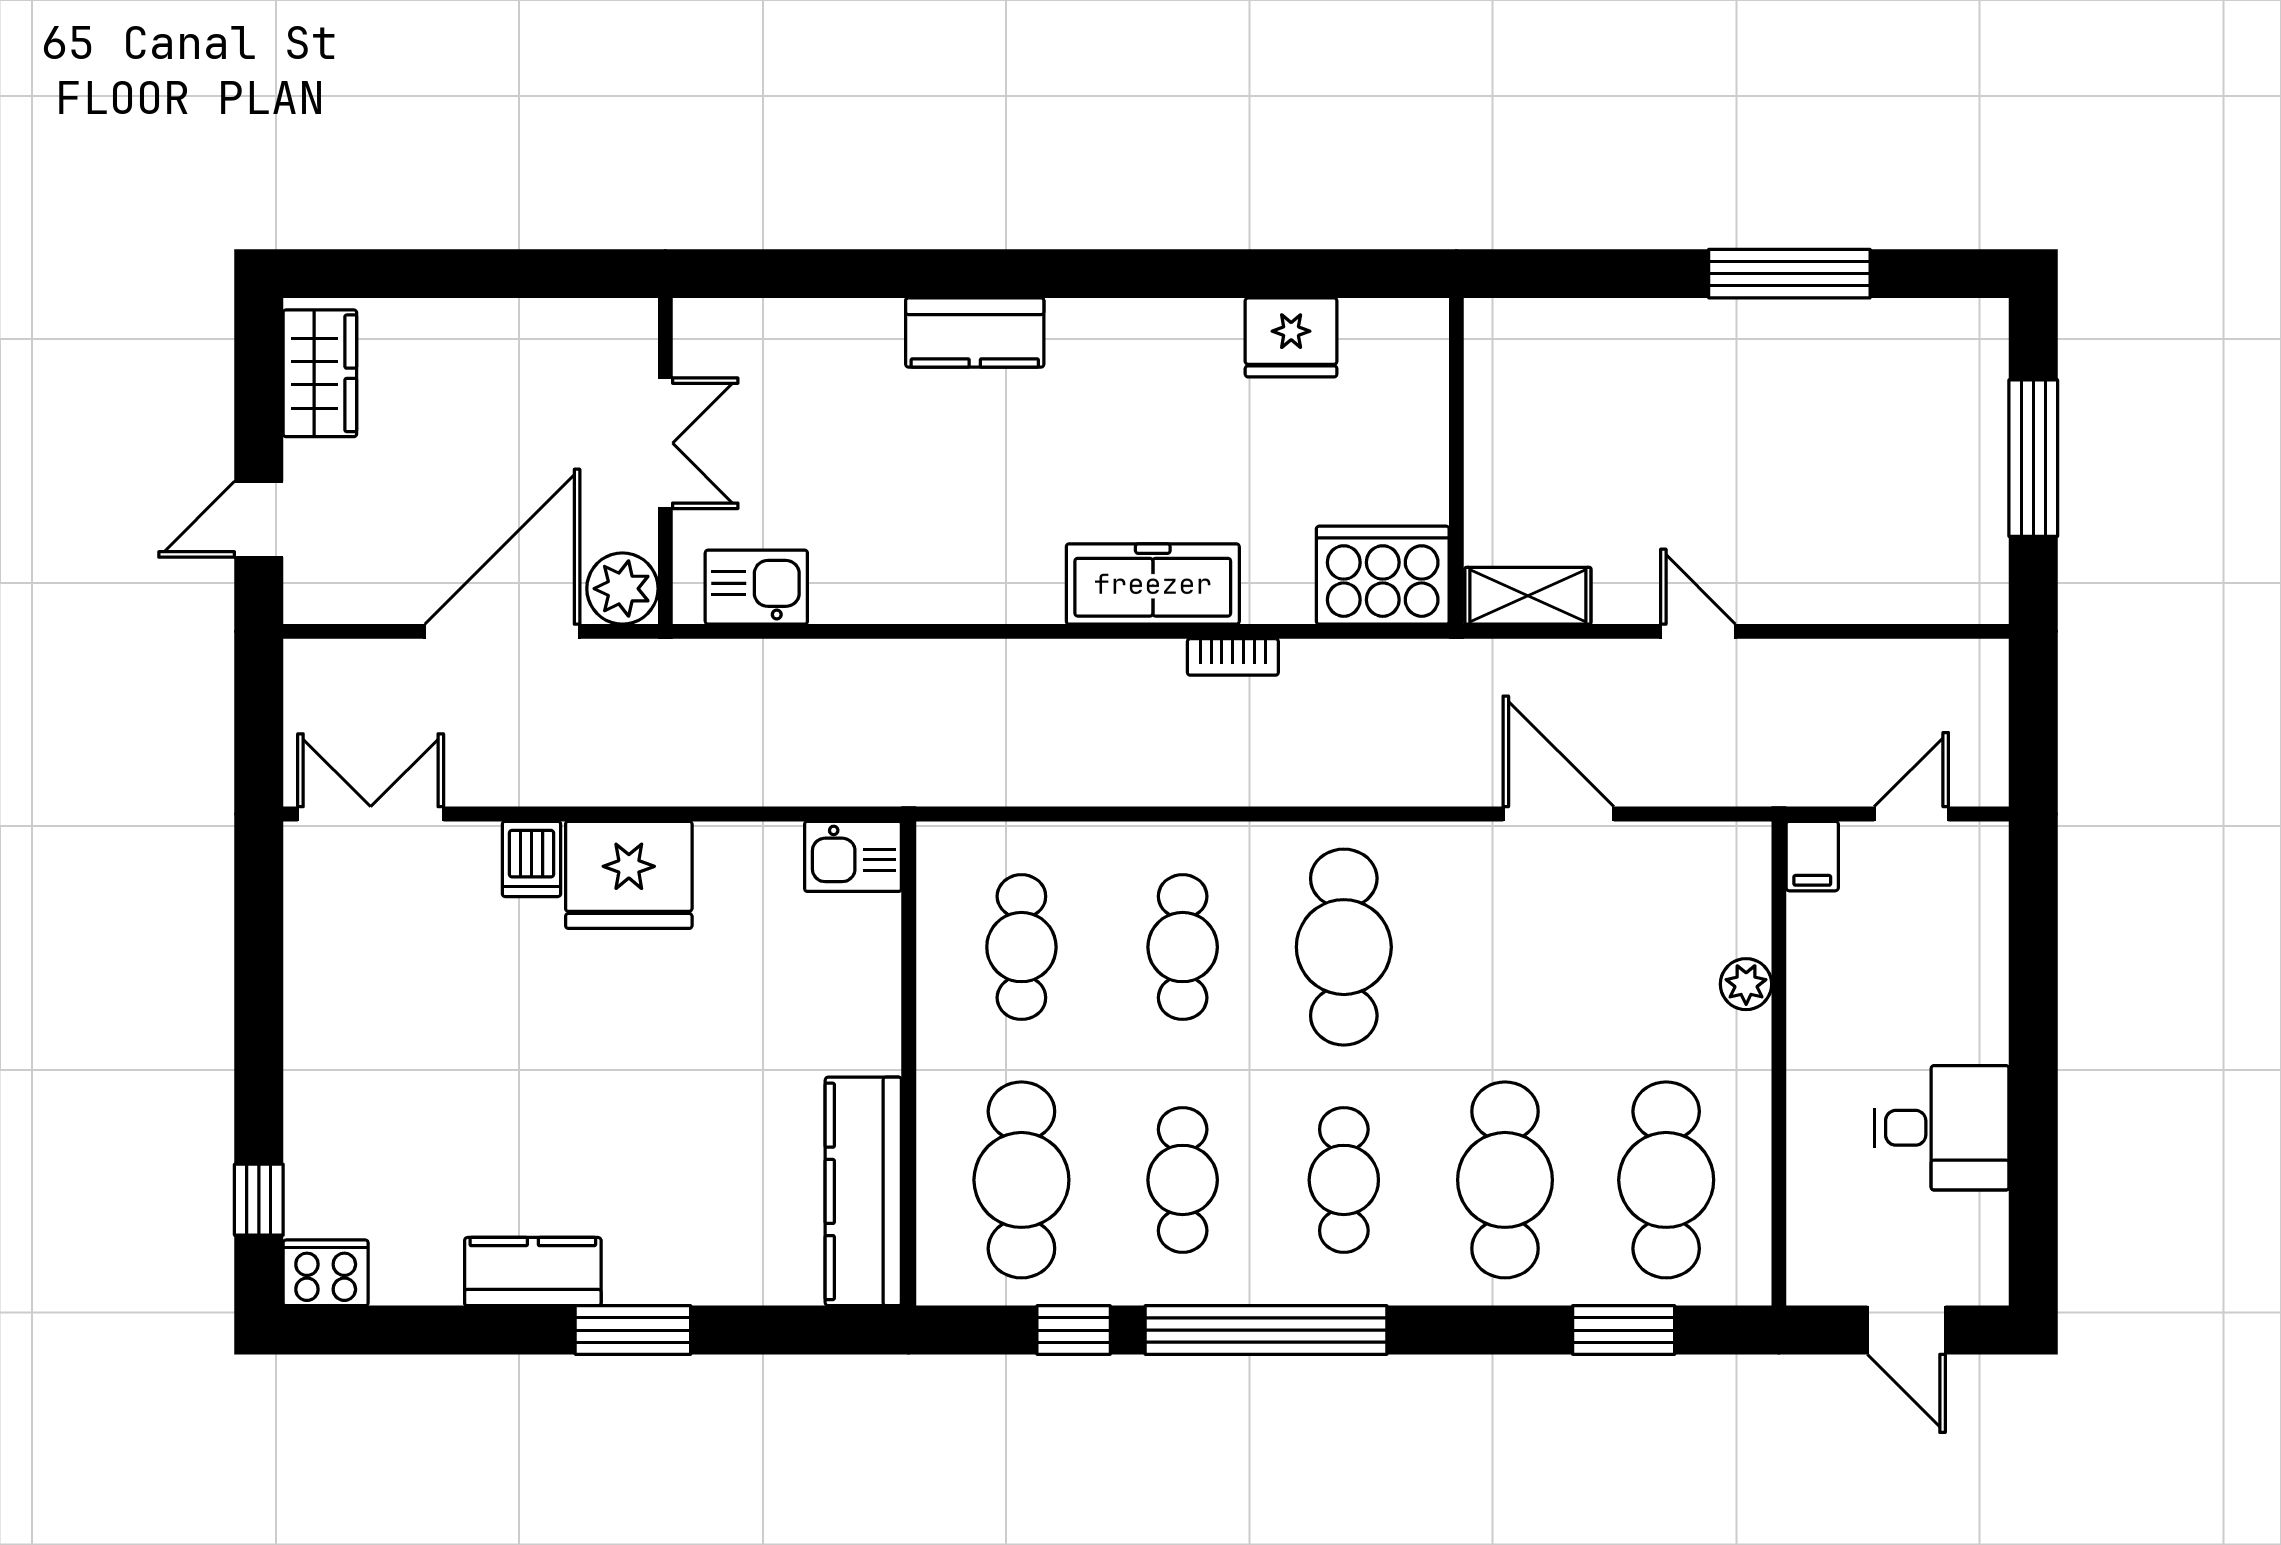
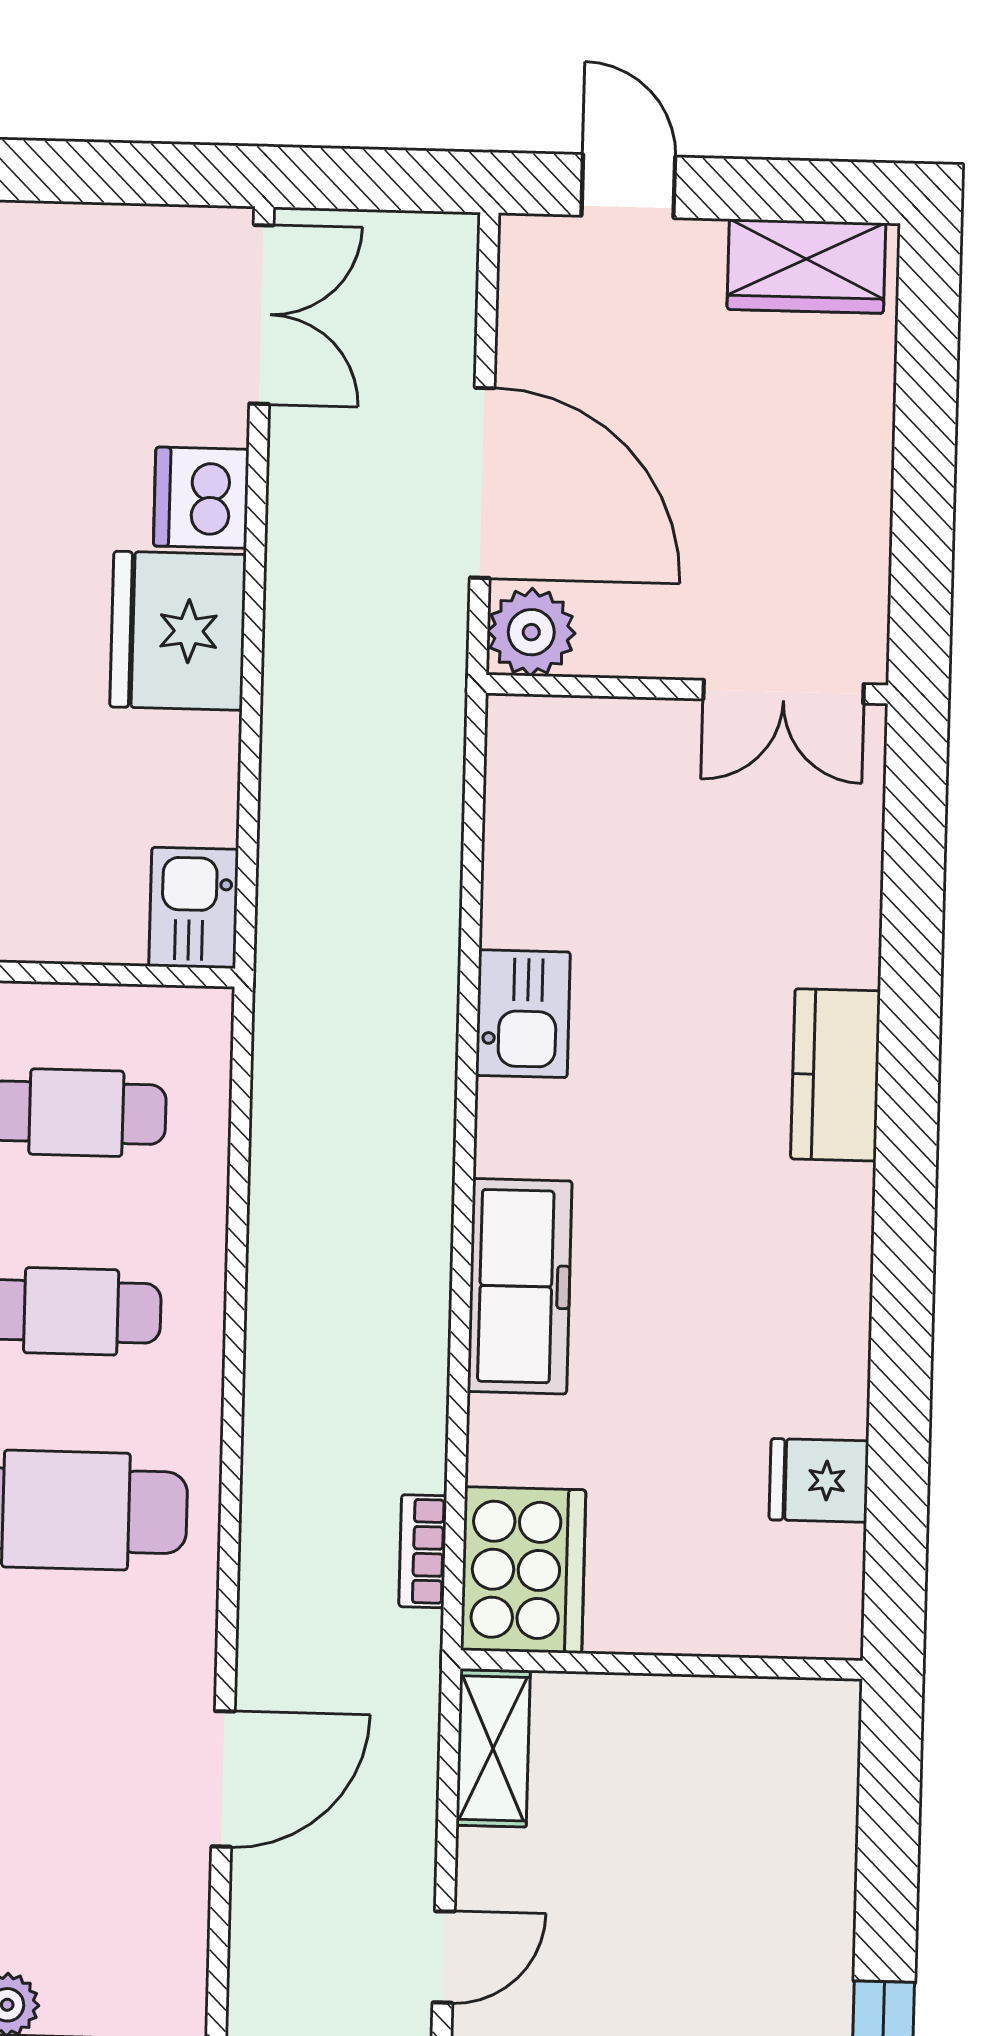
fridge: (1291, 337) -> (819, 1480), width x0.72
double door: (665, 443) -> (783, 692), moved
kitchen sink: (756, 587) -> (523, 1014), moved
bookcase: (1233, 657) -> (423, 1551), moved
dishwasher: (531, 859) -> (201, 498), width x1.38

